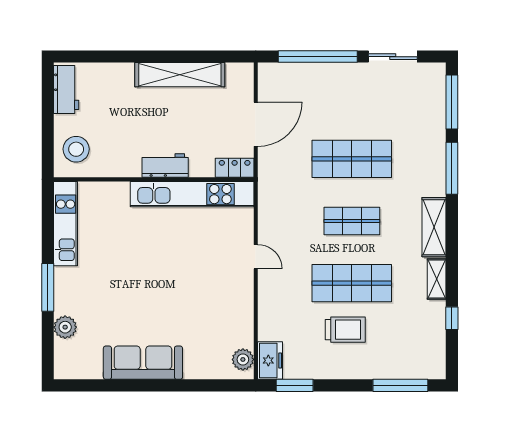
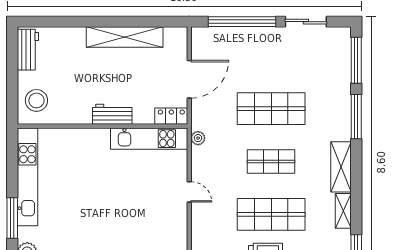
plant: (266, 193) -> (198, 138), added
kitchen unit: (192, 194) -> (149, 139), width x0.73
kitchen unit: (66, 224) -> (27, 177), width x1.36

